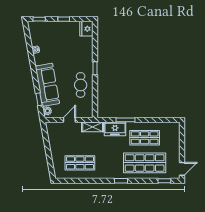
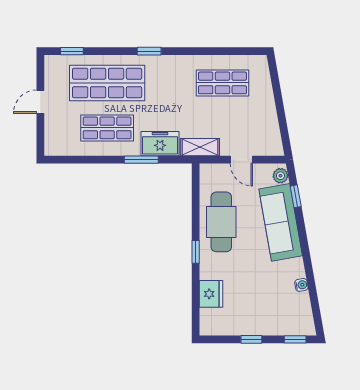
fridge: (86, 29) -> (211, 294), moved
cafe table: (81, 85) -> (221, 222), width x1.37, depth x1.35
door: (69, 120) -> (241, 160), hinge flipped
door: (182, 169) -> (40, 102), moved

